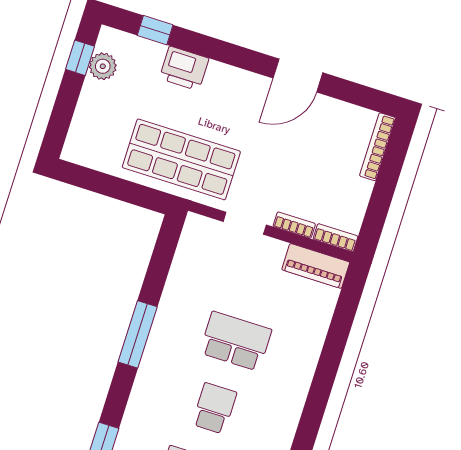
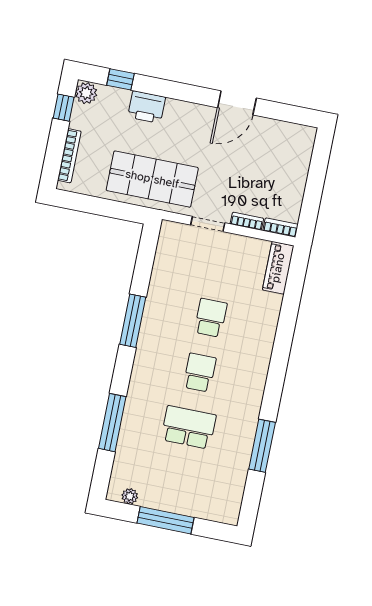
plant: (103, 66) -> (86, 93), moved
bookcase: (378, 147) -> (69, 156), moved, turned 180
piano: (316, 266) -> (278, 268), moved, turned 90
school desk: (236, 341) -> (211, 318), width x0.54

